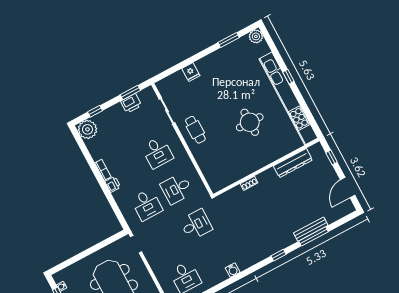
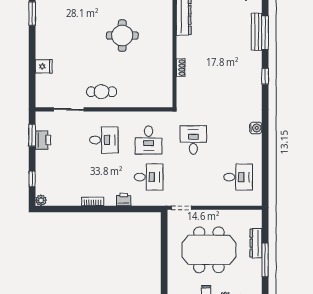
plant: (87, 129) -> (41, 200), width x0.53, depth x0.53
printer: (113, 184) -> (124, 199), moved

